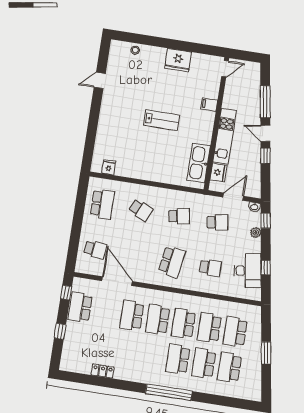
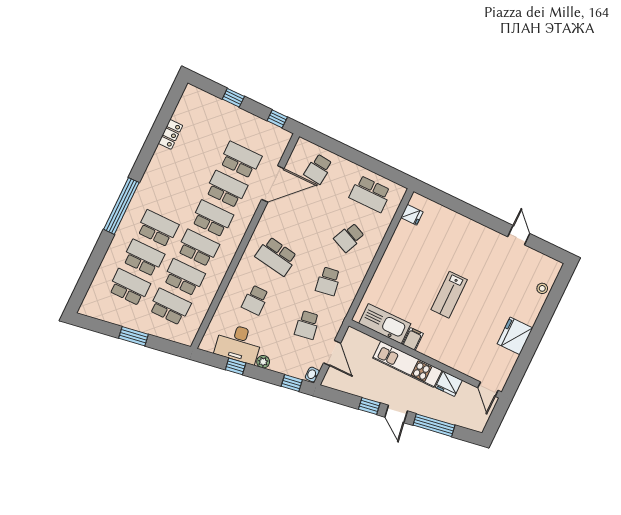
filing cabinet: (209, 104) -> (413, 339), moved
door: (265, 133) -> (396, 414), swing flipped
fridge: (219, 172) -> (449, 384), moved
plant: (256, 233) -> (263, 362), moved
school desk: (80, 307) -> (241, 160), moved

